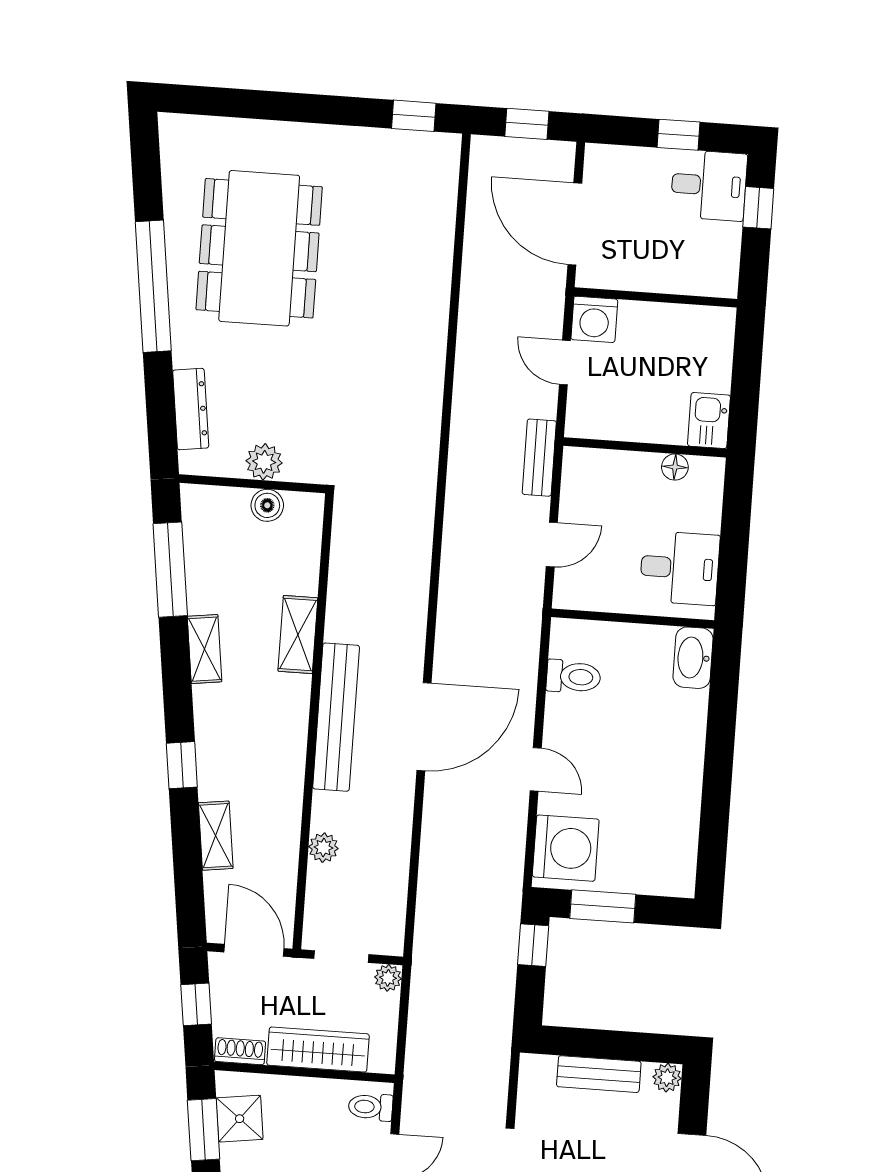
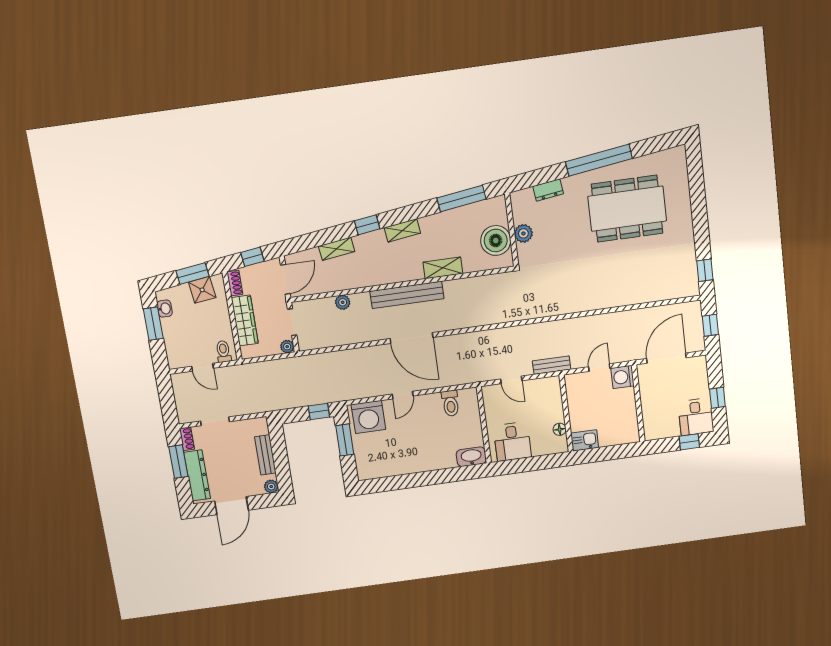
dresser: (191, 409) -> (548, 190), width x0.70
boiler: (267, 505) -> (496, 240), width x1.86, depth x1.86
shelving: (205, 649) -> (402, 230), moved

